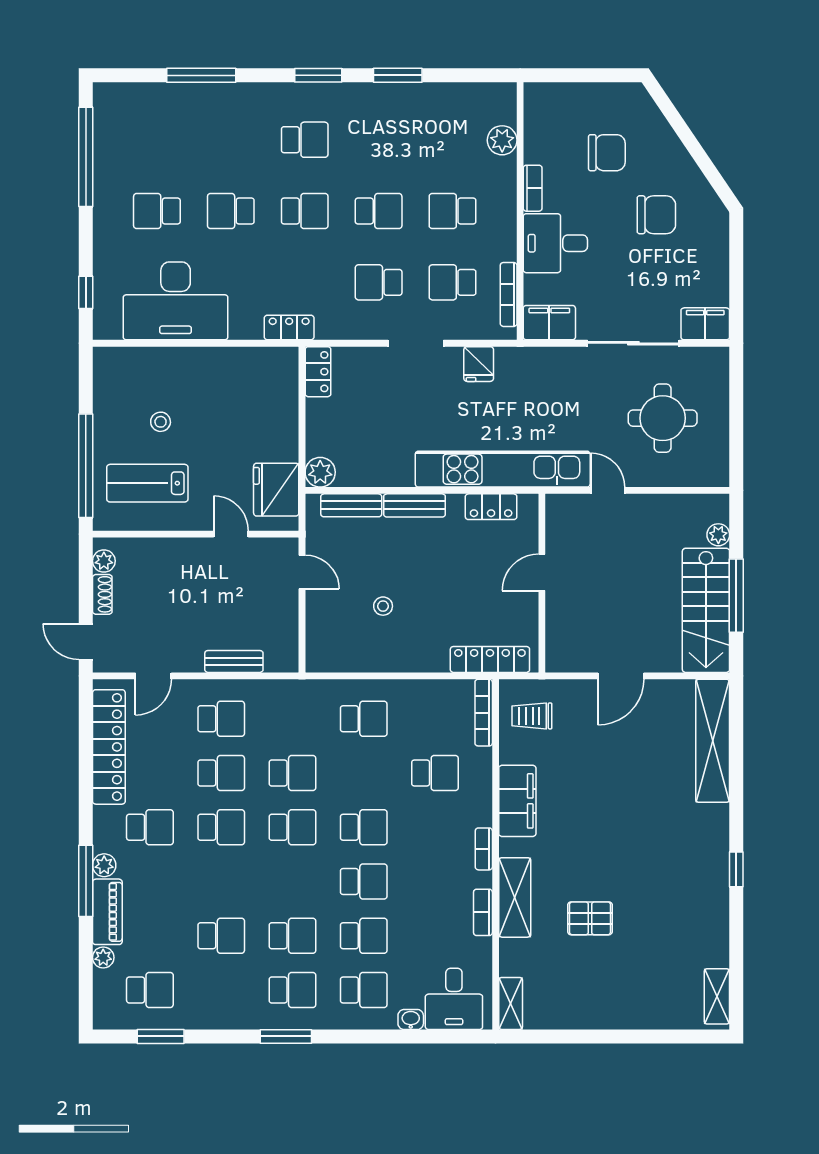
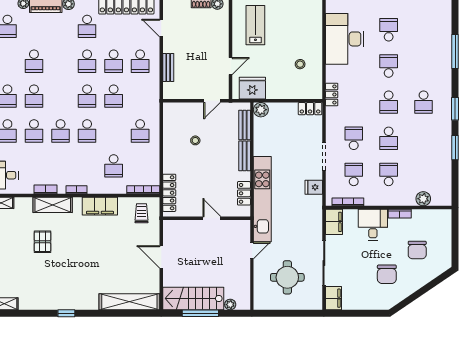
stool: (161, 422) -> (300, 64), moved

